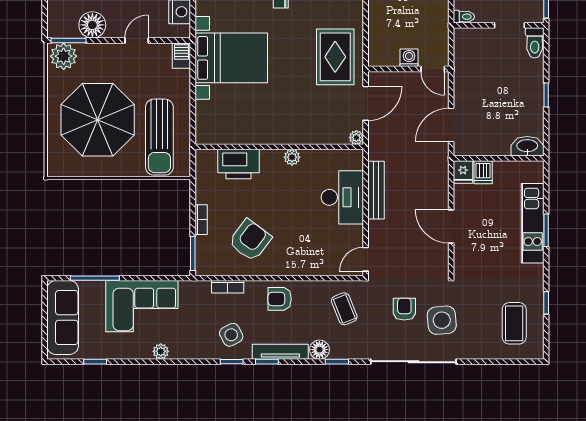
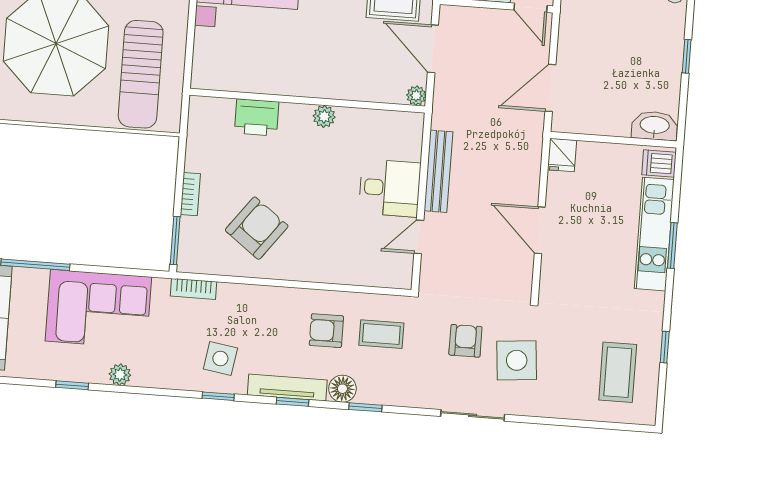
door: (366, 103) -> (433, 49), swing flipped
printer: (238, 164) -> (257, 117), width x0.73, depth x0.84
dishwasher: (483, 172) -> (659, 163), moved, turned 90
desk: (342, 197) -> (390, 188), width x0.73
door: (366, 259) -> (419, 237), moved
bookcase: (228, 287) -> (194, 289), moved
armchair: (280, 299) -> (326, 331), moved
coffee table: (344, 309) -> (381, 334), turned -68
side table: (231, 335) -> (220, 359), turned 37
window: (95, 362) -> (72, 385), moved
window: (267, 362) -> (292, 402), moved
sliding door: (413, 362) -> (473, 415), width x0.54

